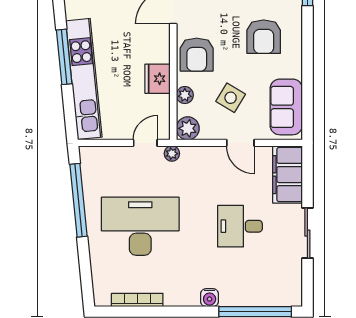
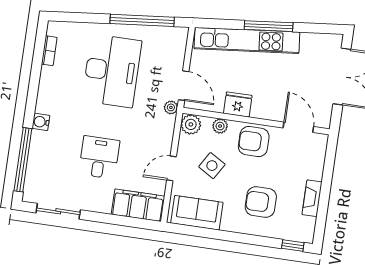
door: (145, 143) -> (184, 86), width x1.38
sliding door: (307, 233) -> (58, 211), moved
bookcase: (137, 300) -> (49, 51), width x0.64

